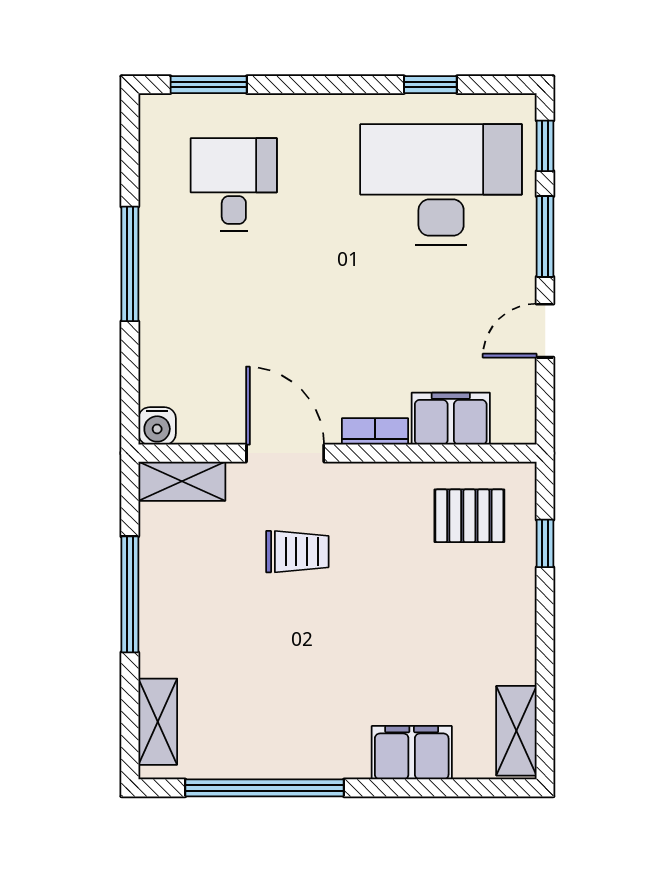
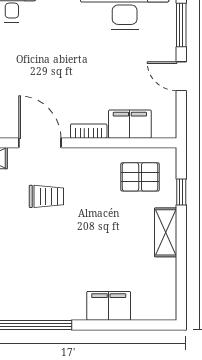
door: (545, 331) -> (181, 76), hinge flipped
shelving: (516, 731) -> (166, 232), moved

